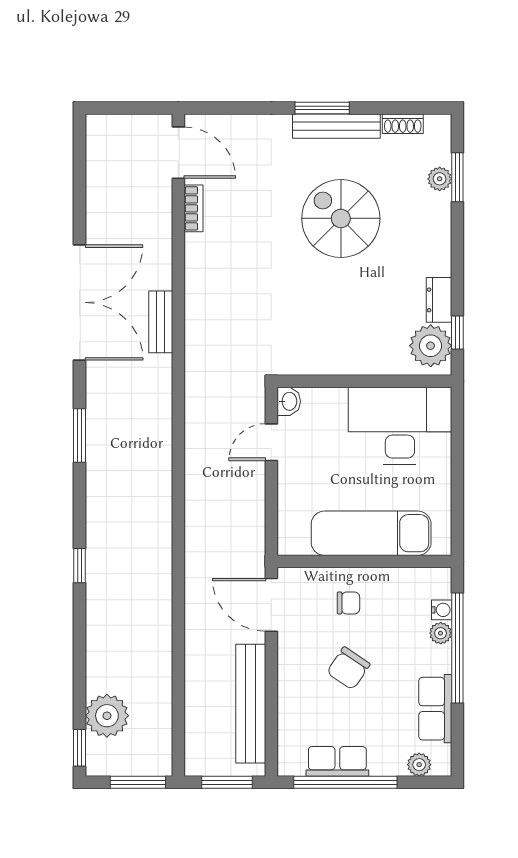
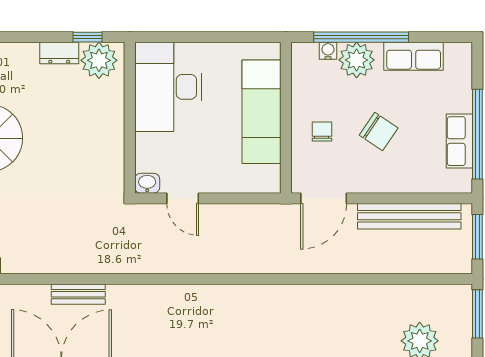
plant: (441, 633) -> (357, 60), width x1.87, depth x1.87
plant: (419, 765) -> (462, 70), removed

